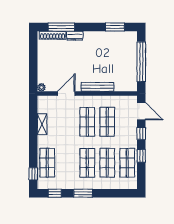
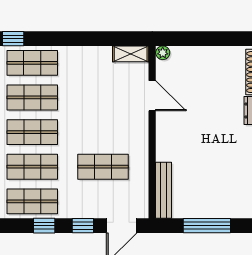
window: (141, 62) -> (207, 226), width x0.68
bench: (97, 87) -> (164, 190), moved
shop shelf: (87, 122) -> (32, 97), moved
shelving: (42, 124) -> (131, 54), moved

